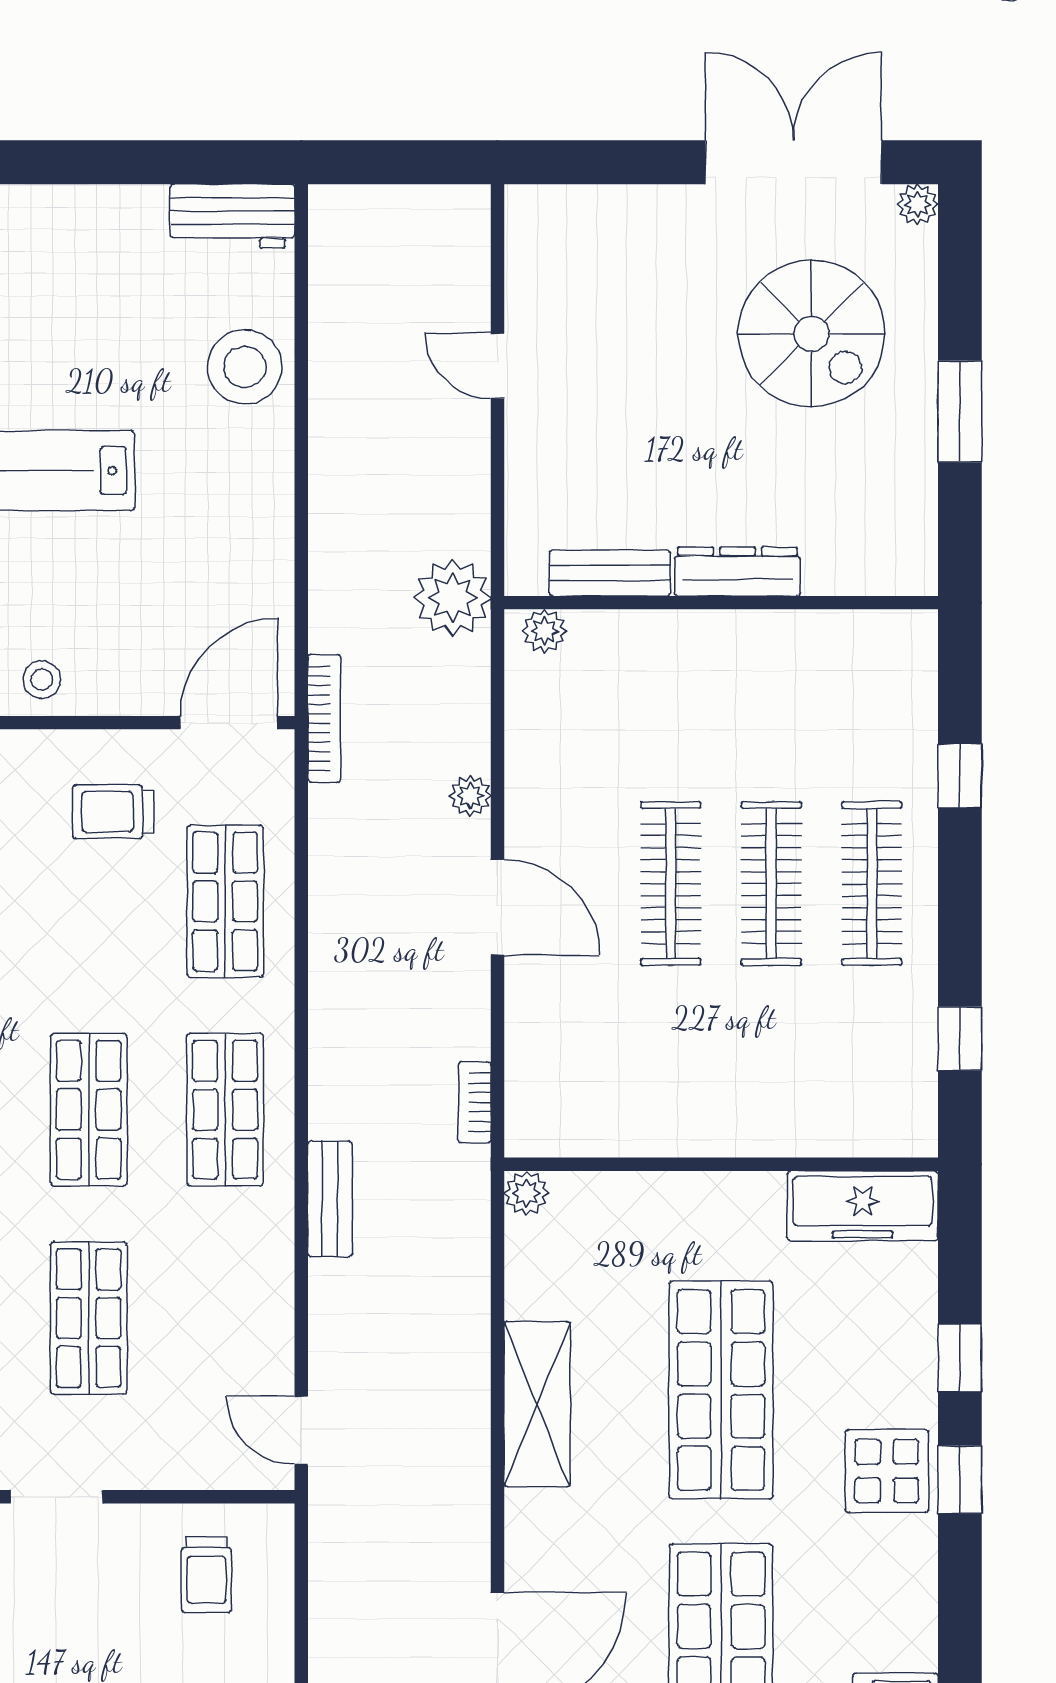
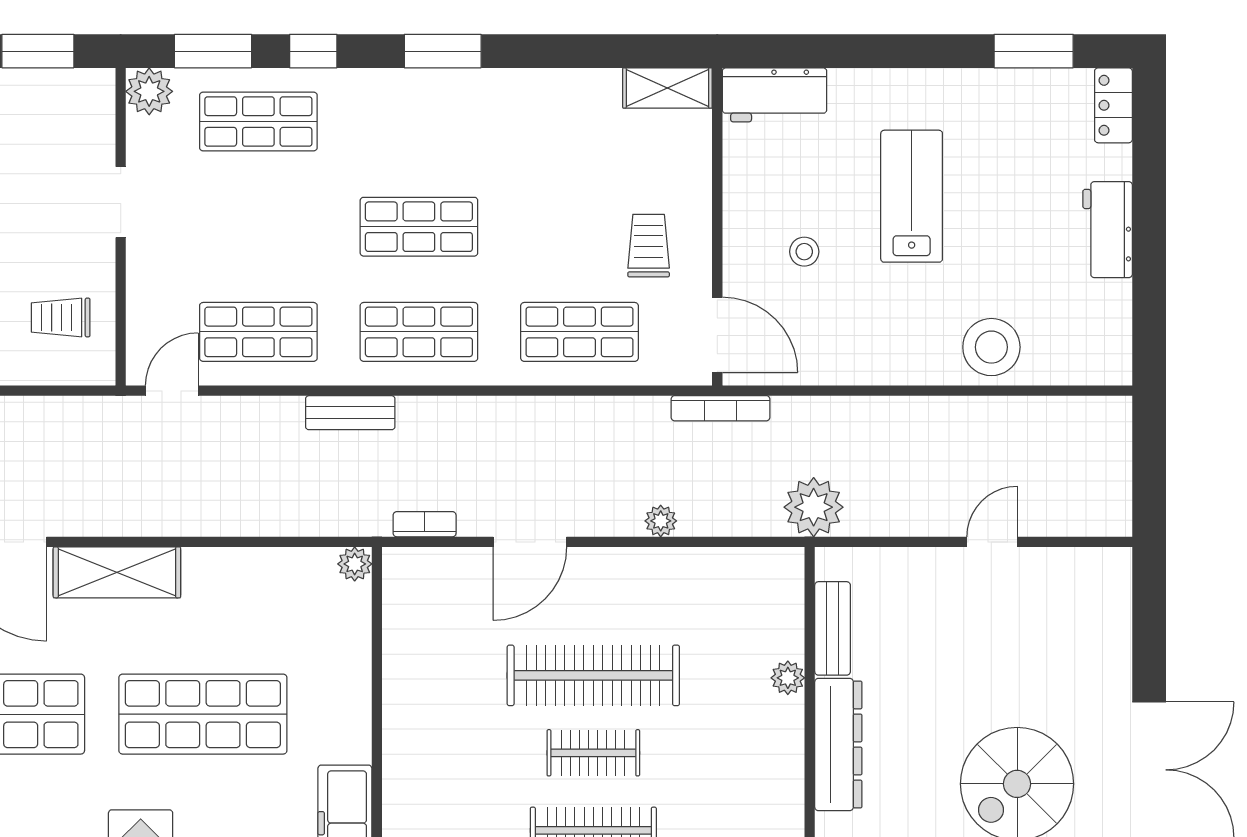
workbench: (232, 216) -> (1108, 230), moved
dresser: (738, 572) -> (838, 744), width x1.37, depth x1.24
plant: (544, 631) -> (788, 678), moved
stool: (42, 680) -> (804, 252), moved
clothes rail: (671, 883) -> (593, 675), width x1.37, depth x1.31
clothes rail: (771, 883) -> (593, 753), width x0.73
door: (498, 907) -> (530, 542), moved
shop shelf: (89, 1318) -> (258, 332), moved
shelving: (537, 1404) -> (117, 572), moved

